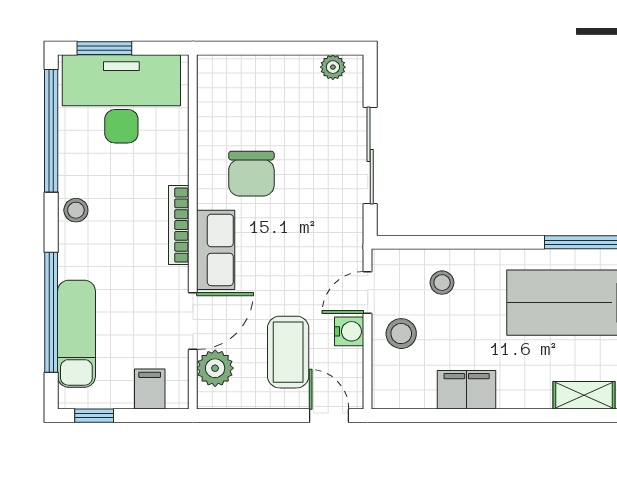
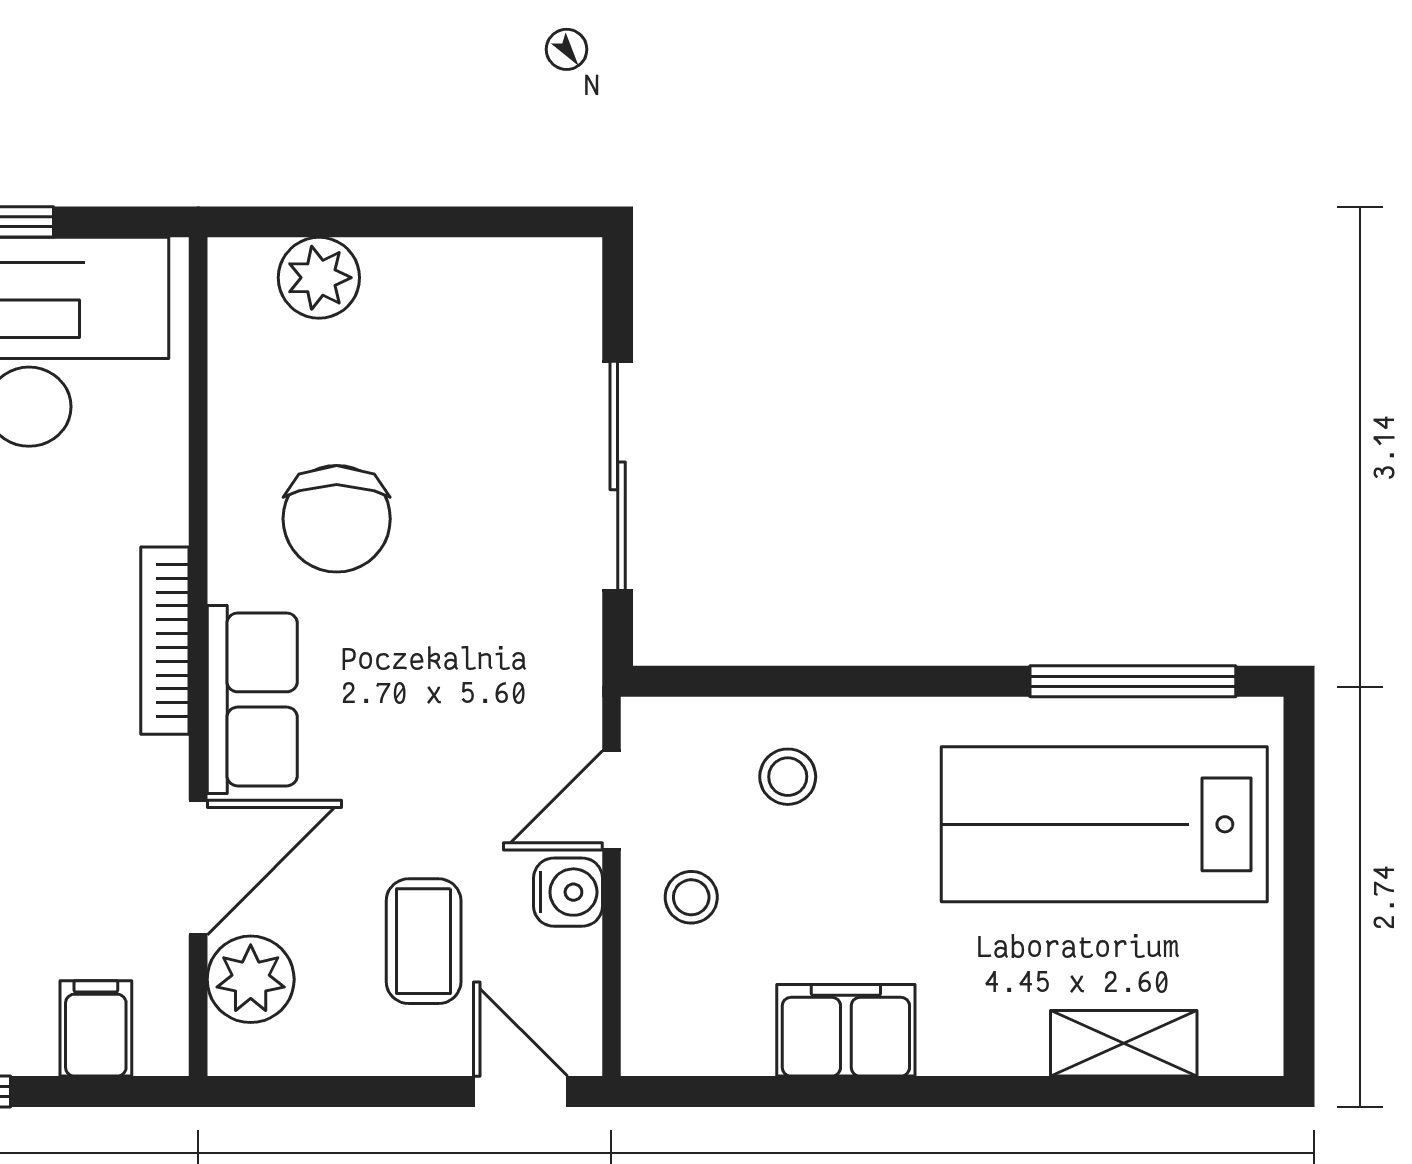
plant: (333, 67) -> (319, 278), moved, width x1.38, depth x1.38
stool: (401, 334) -> (691, 897), width x0.73, depth x0.73
coffee table: (288, 352) -> (424, 941), width x0.73, depth x0.77

